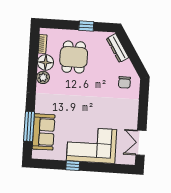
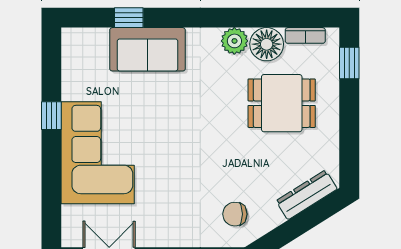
window: (86, 26) -> (349, 63), moved
window: (29, 126) -> (129, 18), width x0.46
sofa: (44, 132) -> (148, 49), moved

